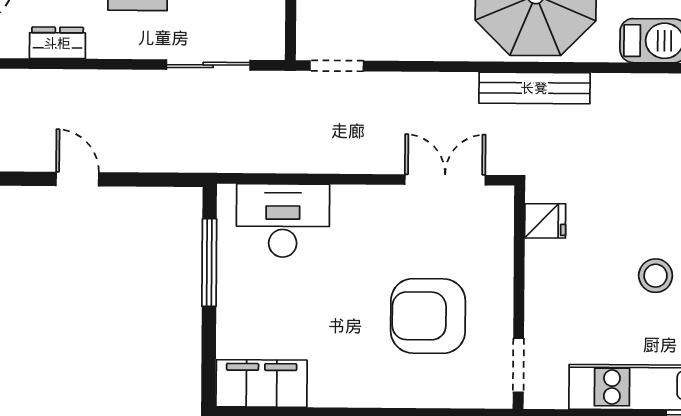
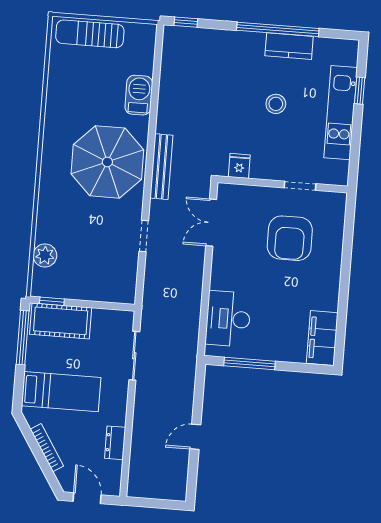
doorway: (337, 66) -> (144, 236), moved
doorway: (518, 365) -> (300, 186), moved

